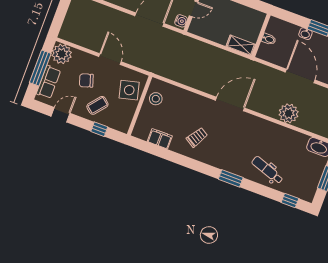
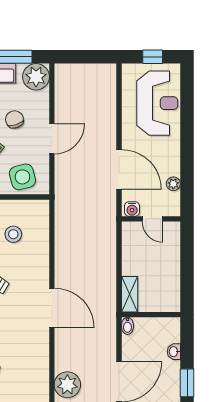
washbasin: (305, 34) -> (174, 352), moved
bidet: (269, 39) -> (127, 326), moved
stool: (156, 99) -> (13, 234), moved

